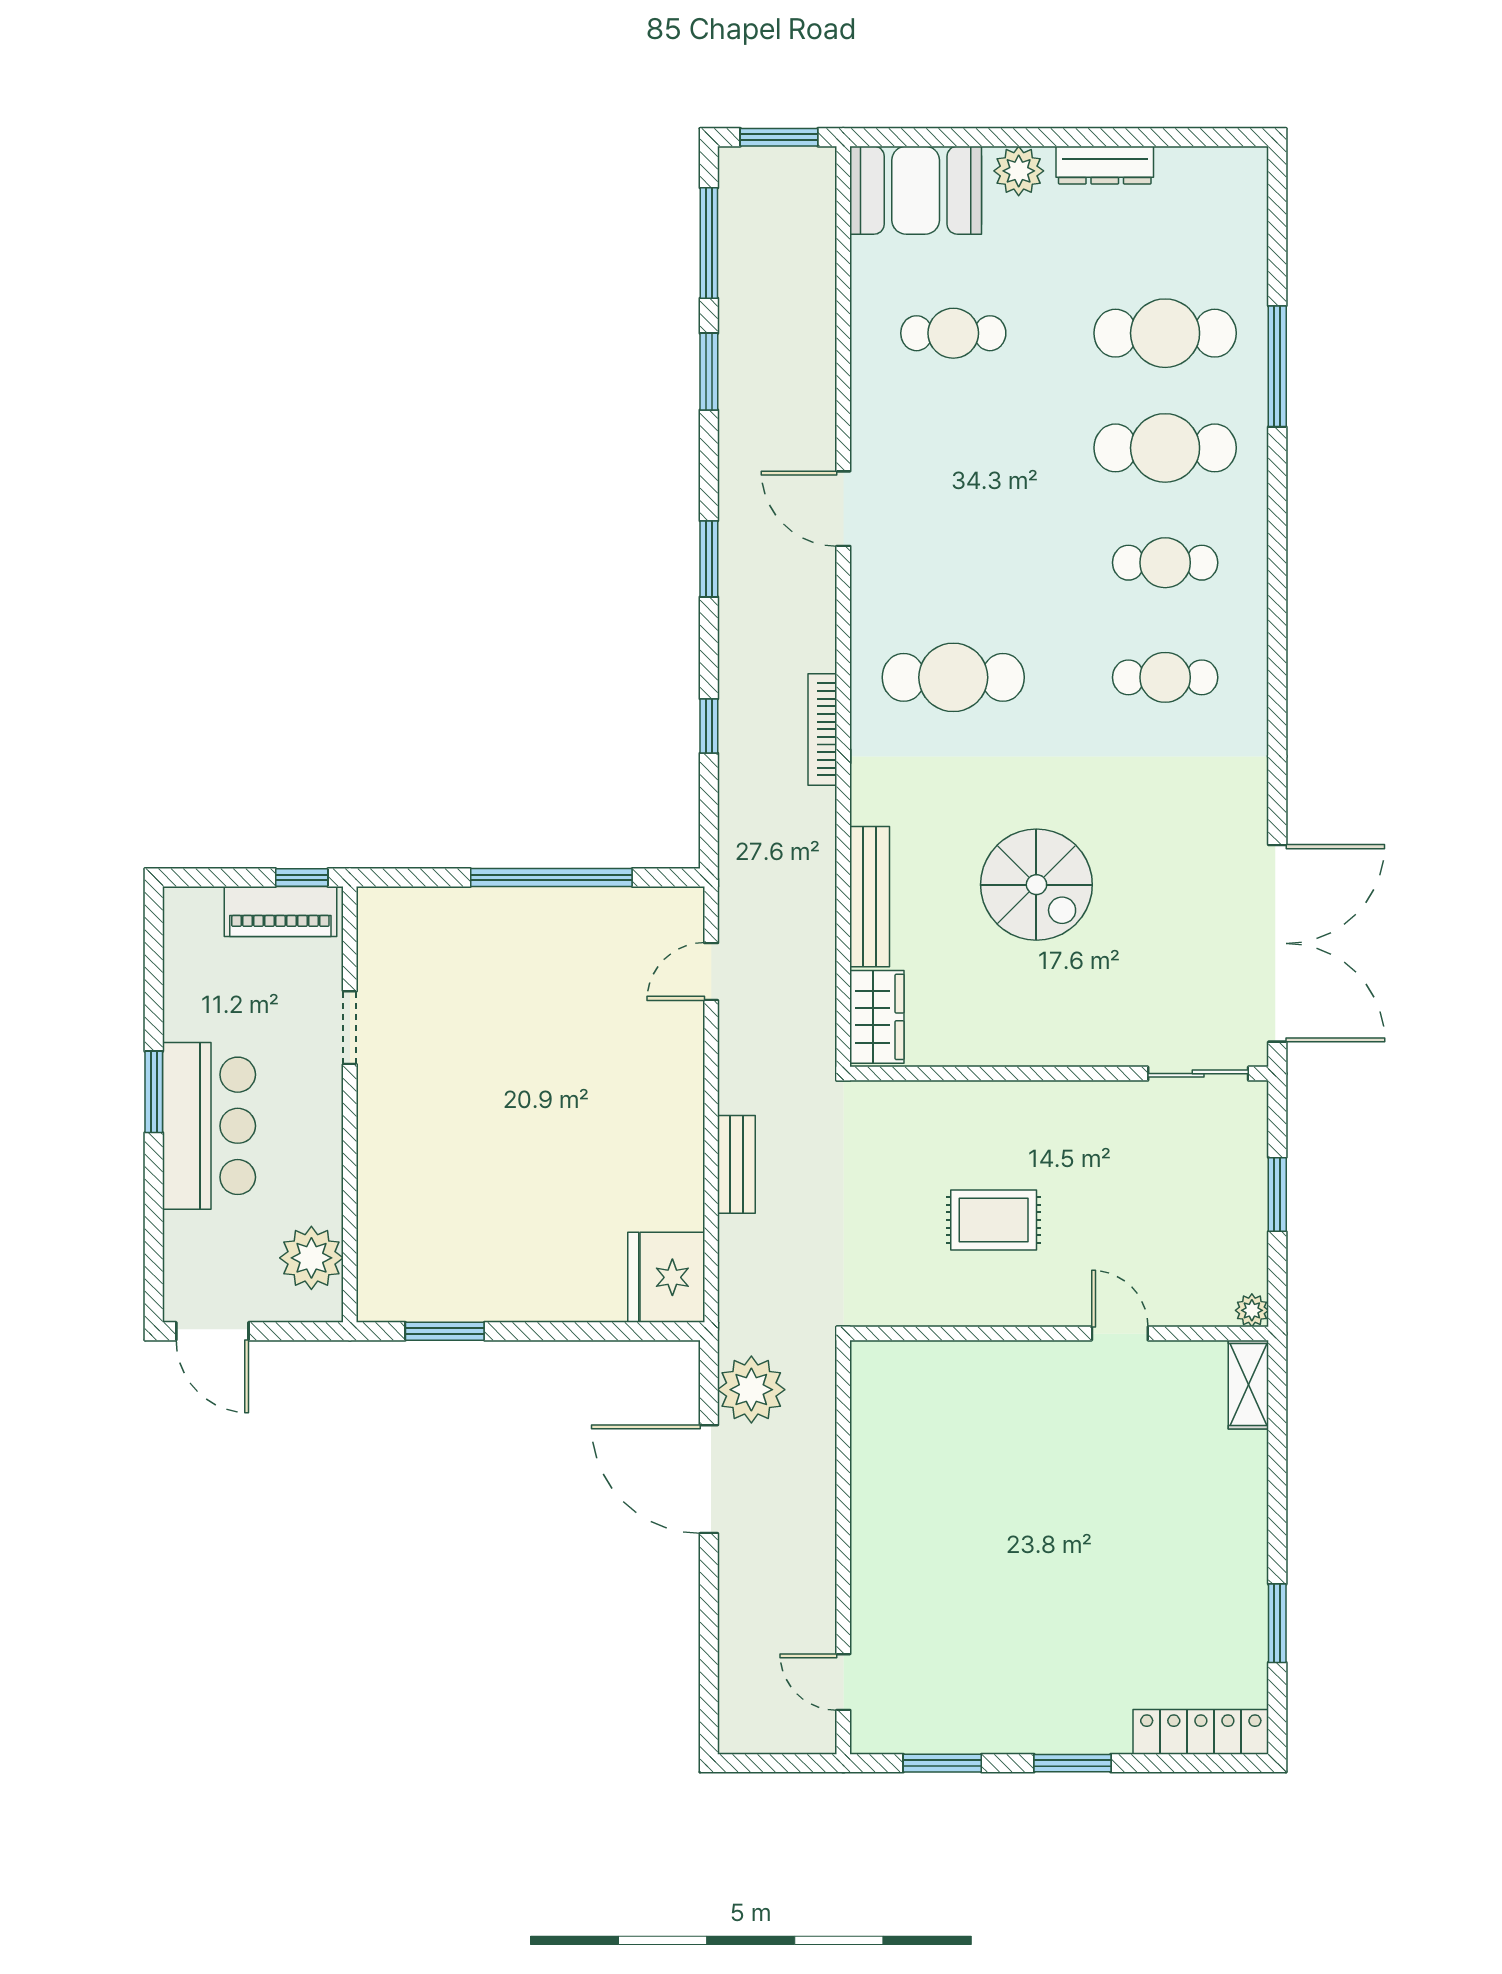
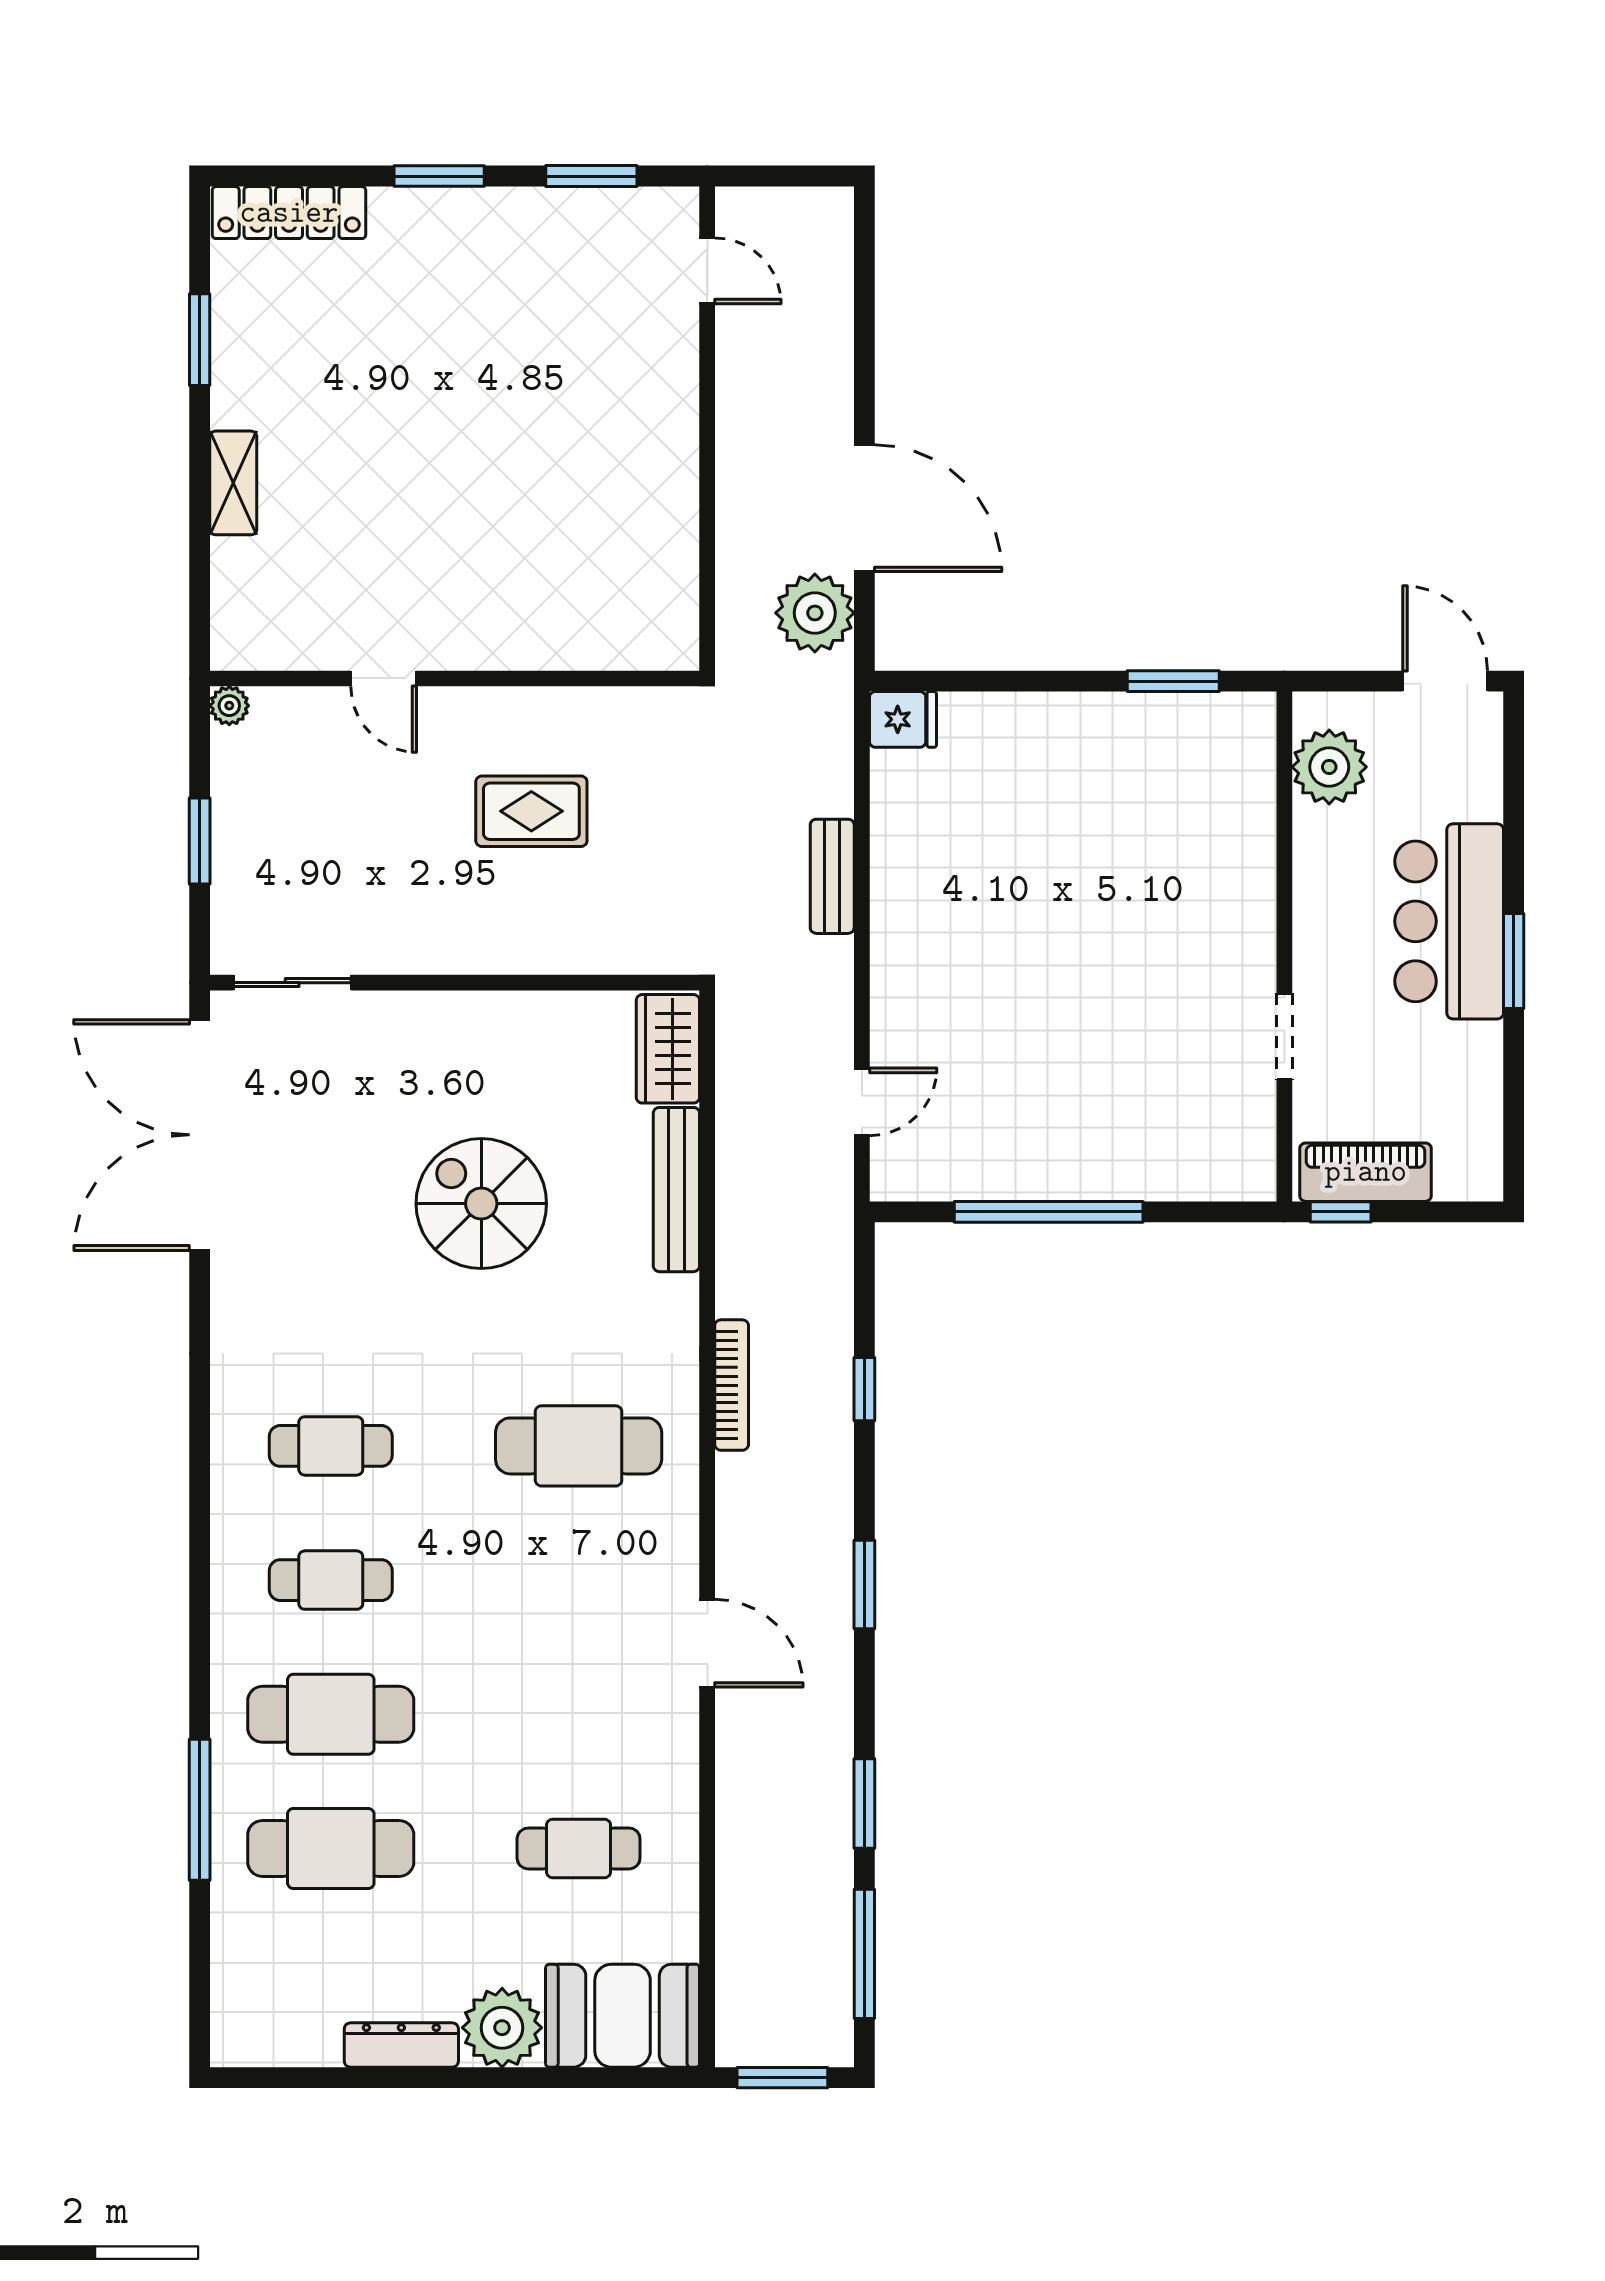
plant: (1019, 171) -> (502, 2028), width x1.36, depth x1.36
fridge: (666, 1277) -> (903, 719), width x0.53, depth x0.75
shelving: (1248, 1385) -> (233, 483), moved

